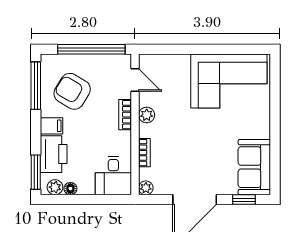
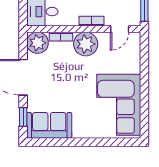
plant: (147, 115) -> (86, 44), width x1.87, depth x1.87
plant: (146, 188) -> (38, 43), width x1.87, depth x1.87

